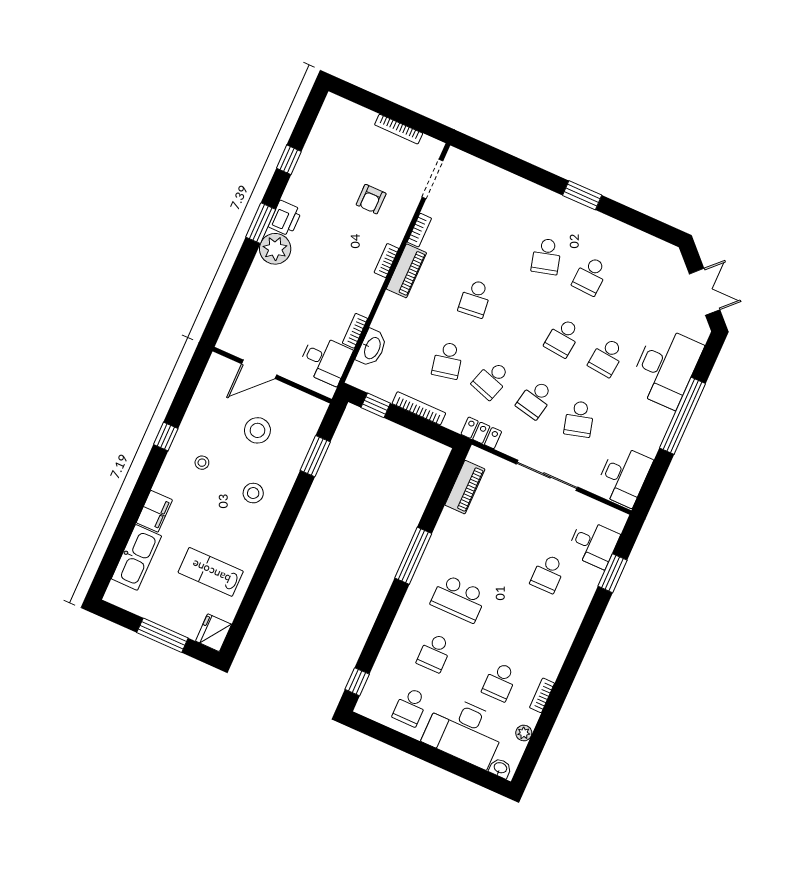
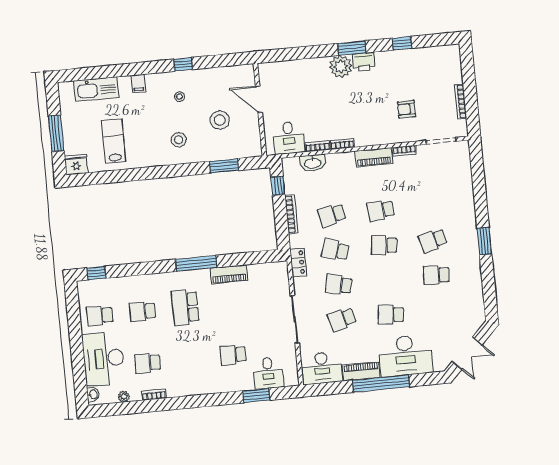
bookcase: (386, 261) -> (342, 144), moved
school desk: (563, 338) -> (384, 245), moved
piano: (655, 431) -> (361, 371), added
piano: (465, 487) -> (229, 274), moved
filing cabinet: (154, 511) -> (138, 83), width x0.50

